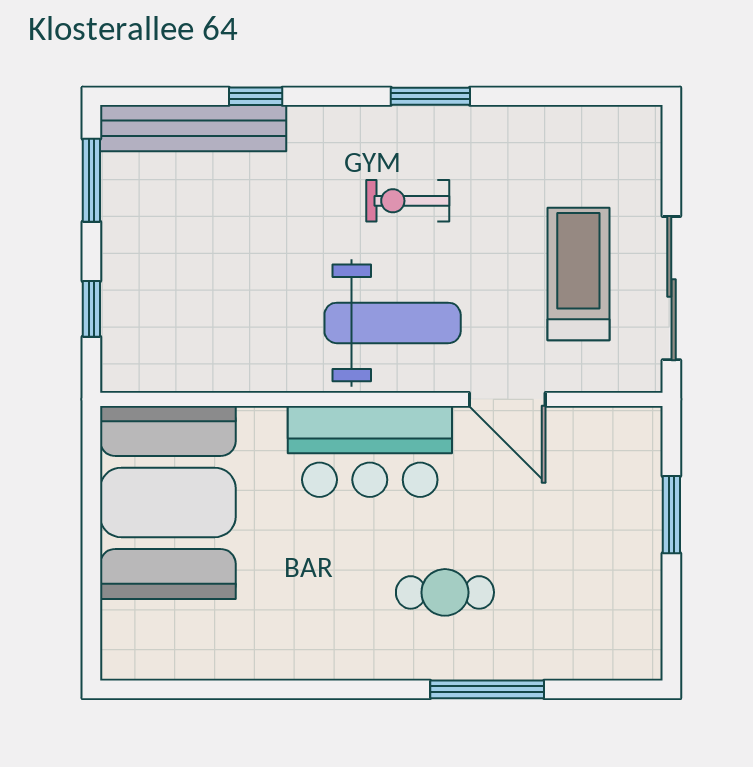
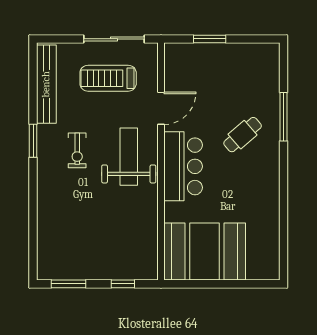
window: (256, 96) -> (33, 215), removed
bench: (193, 128) -> (46, 84), moved
cafe table: (445, 592) -> (243, 135), turned 49

